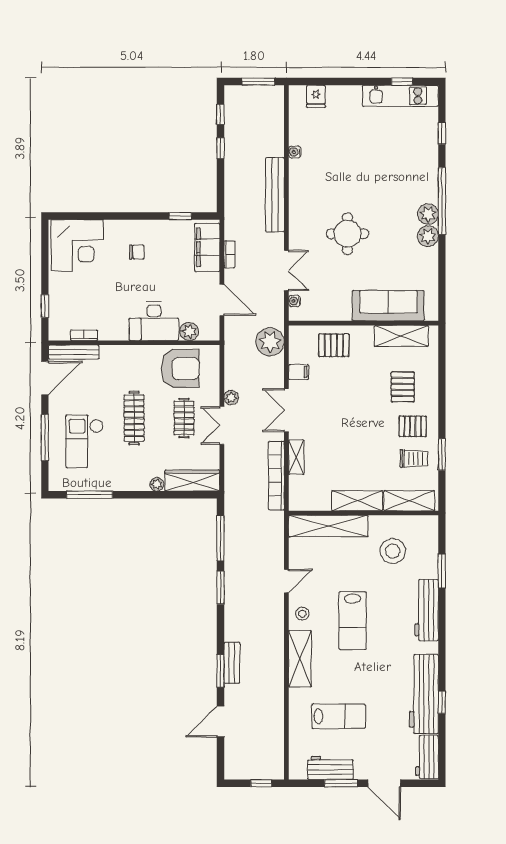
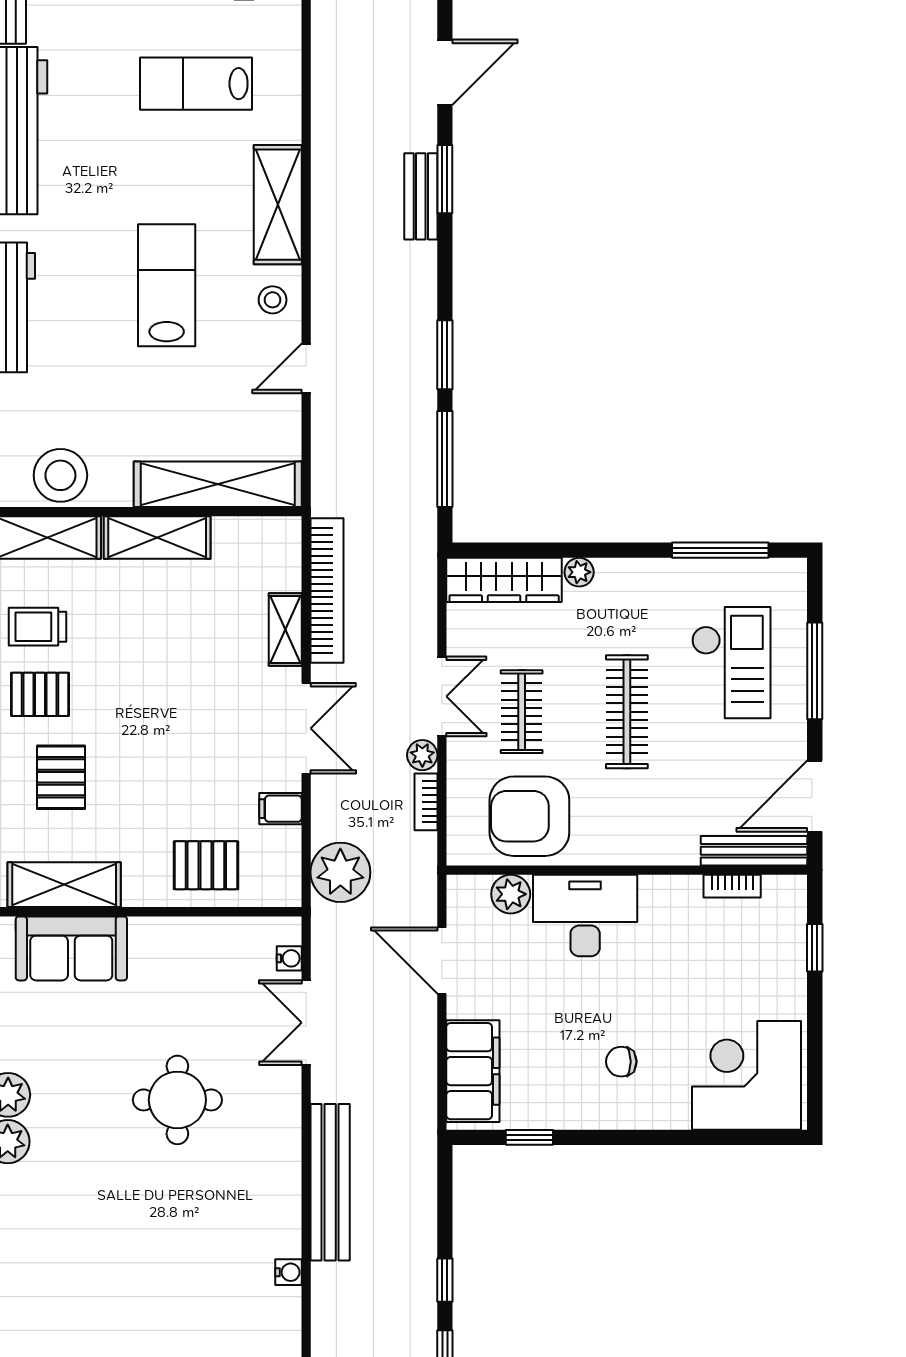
bookcase: (229, 254) -> (426, 802), moved
sofa: (388, 306) -> (71, 948), width x0.73
stool: (393, 551) -> (60, 475), moved

